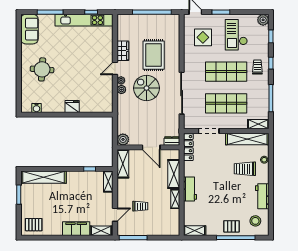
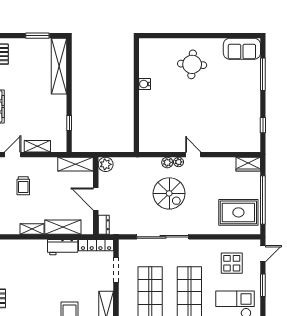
kitchen unit: (84, 20) -> (253, 116), removed
wardrobe: (123, 51) -> (248, 164), moved
rug: (154, 55) -> (238, 212), moved
spiral stairs: (147, 88) -> (169, 193), turned 90
fridge: (72, 106) -> (146, 102), removed
water cooler: (36, 108) -> (145, 84), moved
door: (151, 147) -> (96, 199), hinge flipped
shelving: (108, 181) -> (37, 146), moved
workbench: (190, 189) -> (63, 247), moved
door: (115, 215) -> (13, 155), swing flipped

